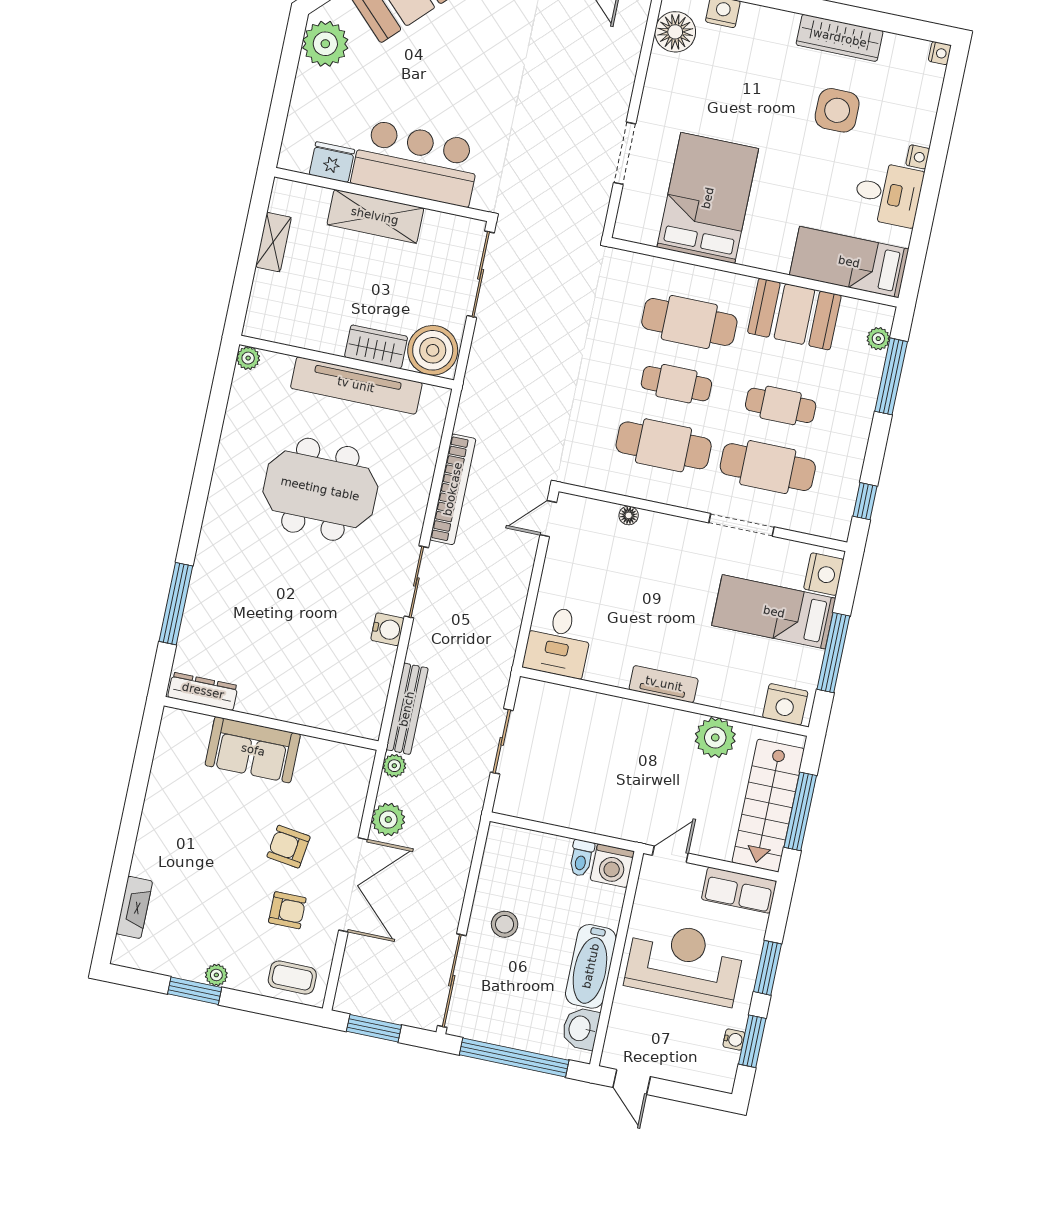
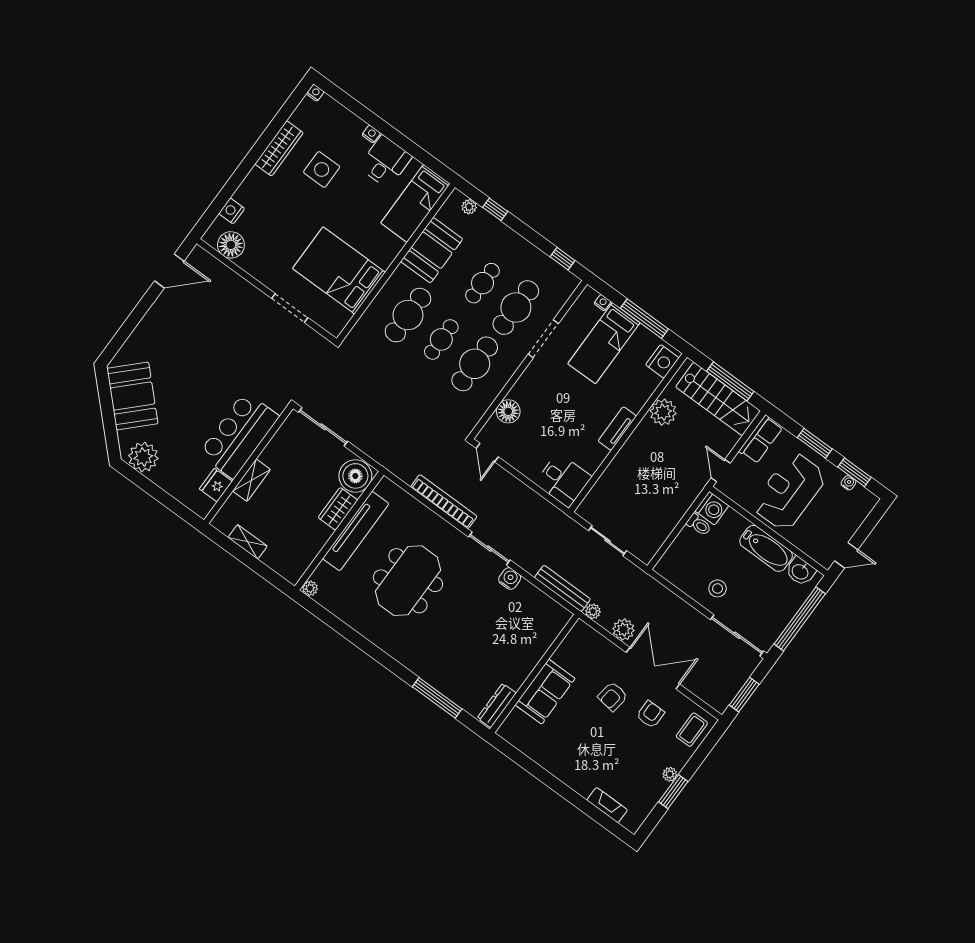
shelving: (375, 216) -> (252, 480), width x0.67, depth x0.75
window: (891, 376) -> (495, 209), width x0.46
floor lamp: (629, 515) -> (508, 411), width x1.89, depth x1.89
nightstand: (824, 574) -> (602, 303), width x0.53, depth x0.56

